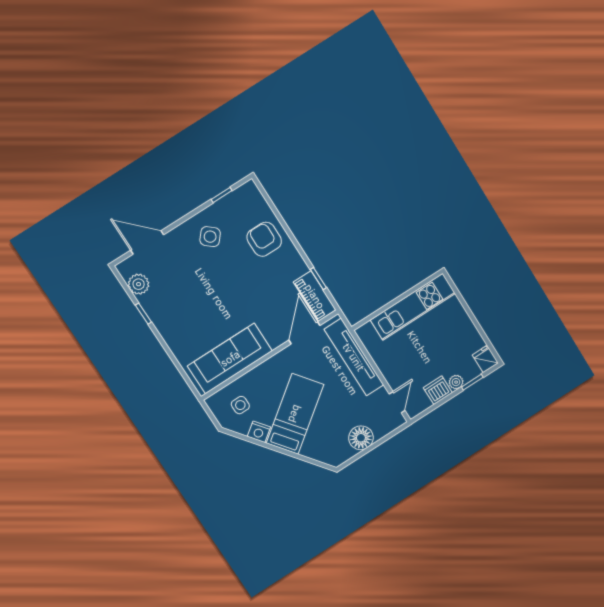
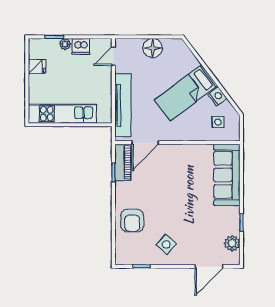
door: (147, 242) -> (209, 266), hinge flipped
sofa: (230, 358) -> (227, 175), moved, turned 90
fridge: (485, 359) -> (37, 67), moved, turned -90

